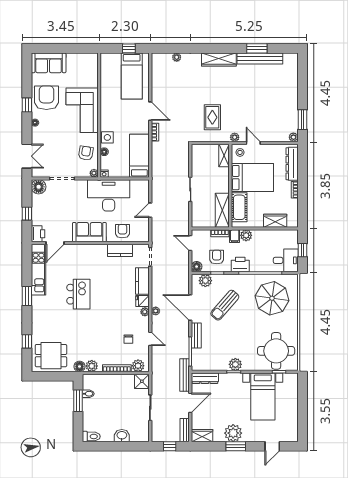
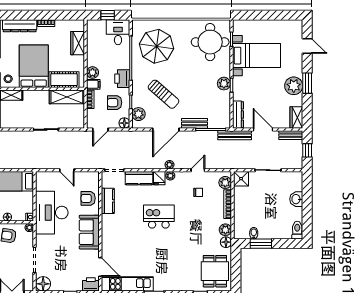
kitchen island: (78, 294) -> (159, 216), moved

